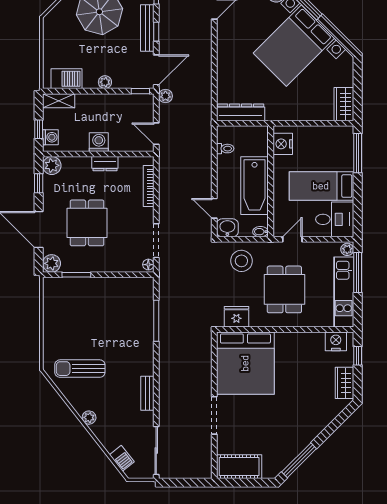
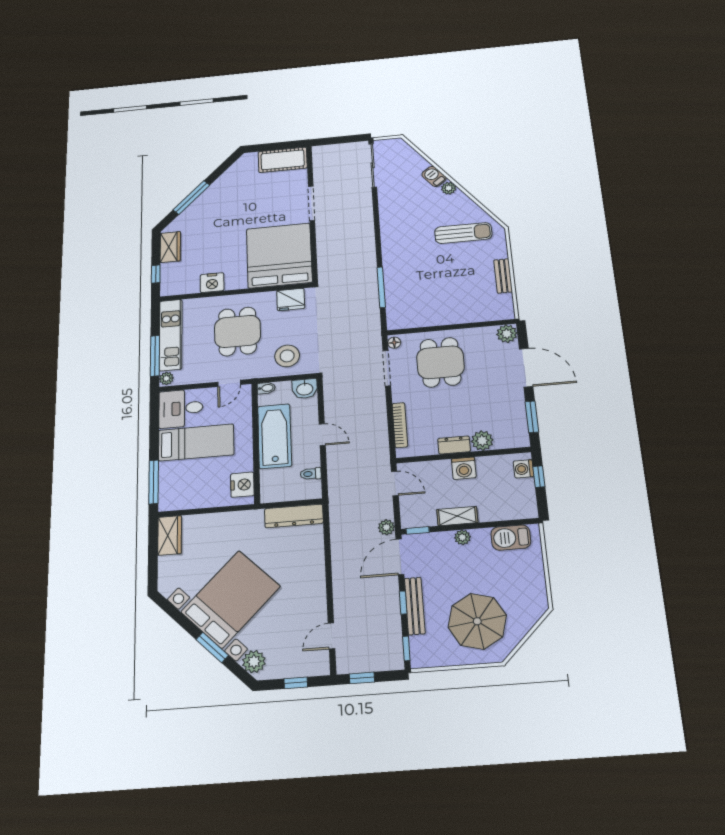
shelving: (59, 101) -> (457, 516), moved
plant: (52, 165) -> (482, 441), moved
window: (39, 183) -> (532, 417), width x1.50
door: (214, 208) -> (322, 435), moved
dining table: (87, 223) -> (440, 362), moved
window: (76, 275) -> (477, 325), removed
nightstand: (336, 341) -> (212, 283), moved
bench: (147, 393) -> (503, 276), moved
barbecue: (122, 458) -> (434, 176), moved
window: (299, 460) -> (191, 197), moved

